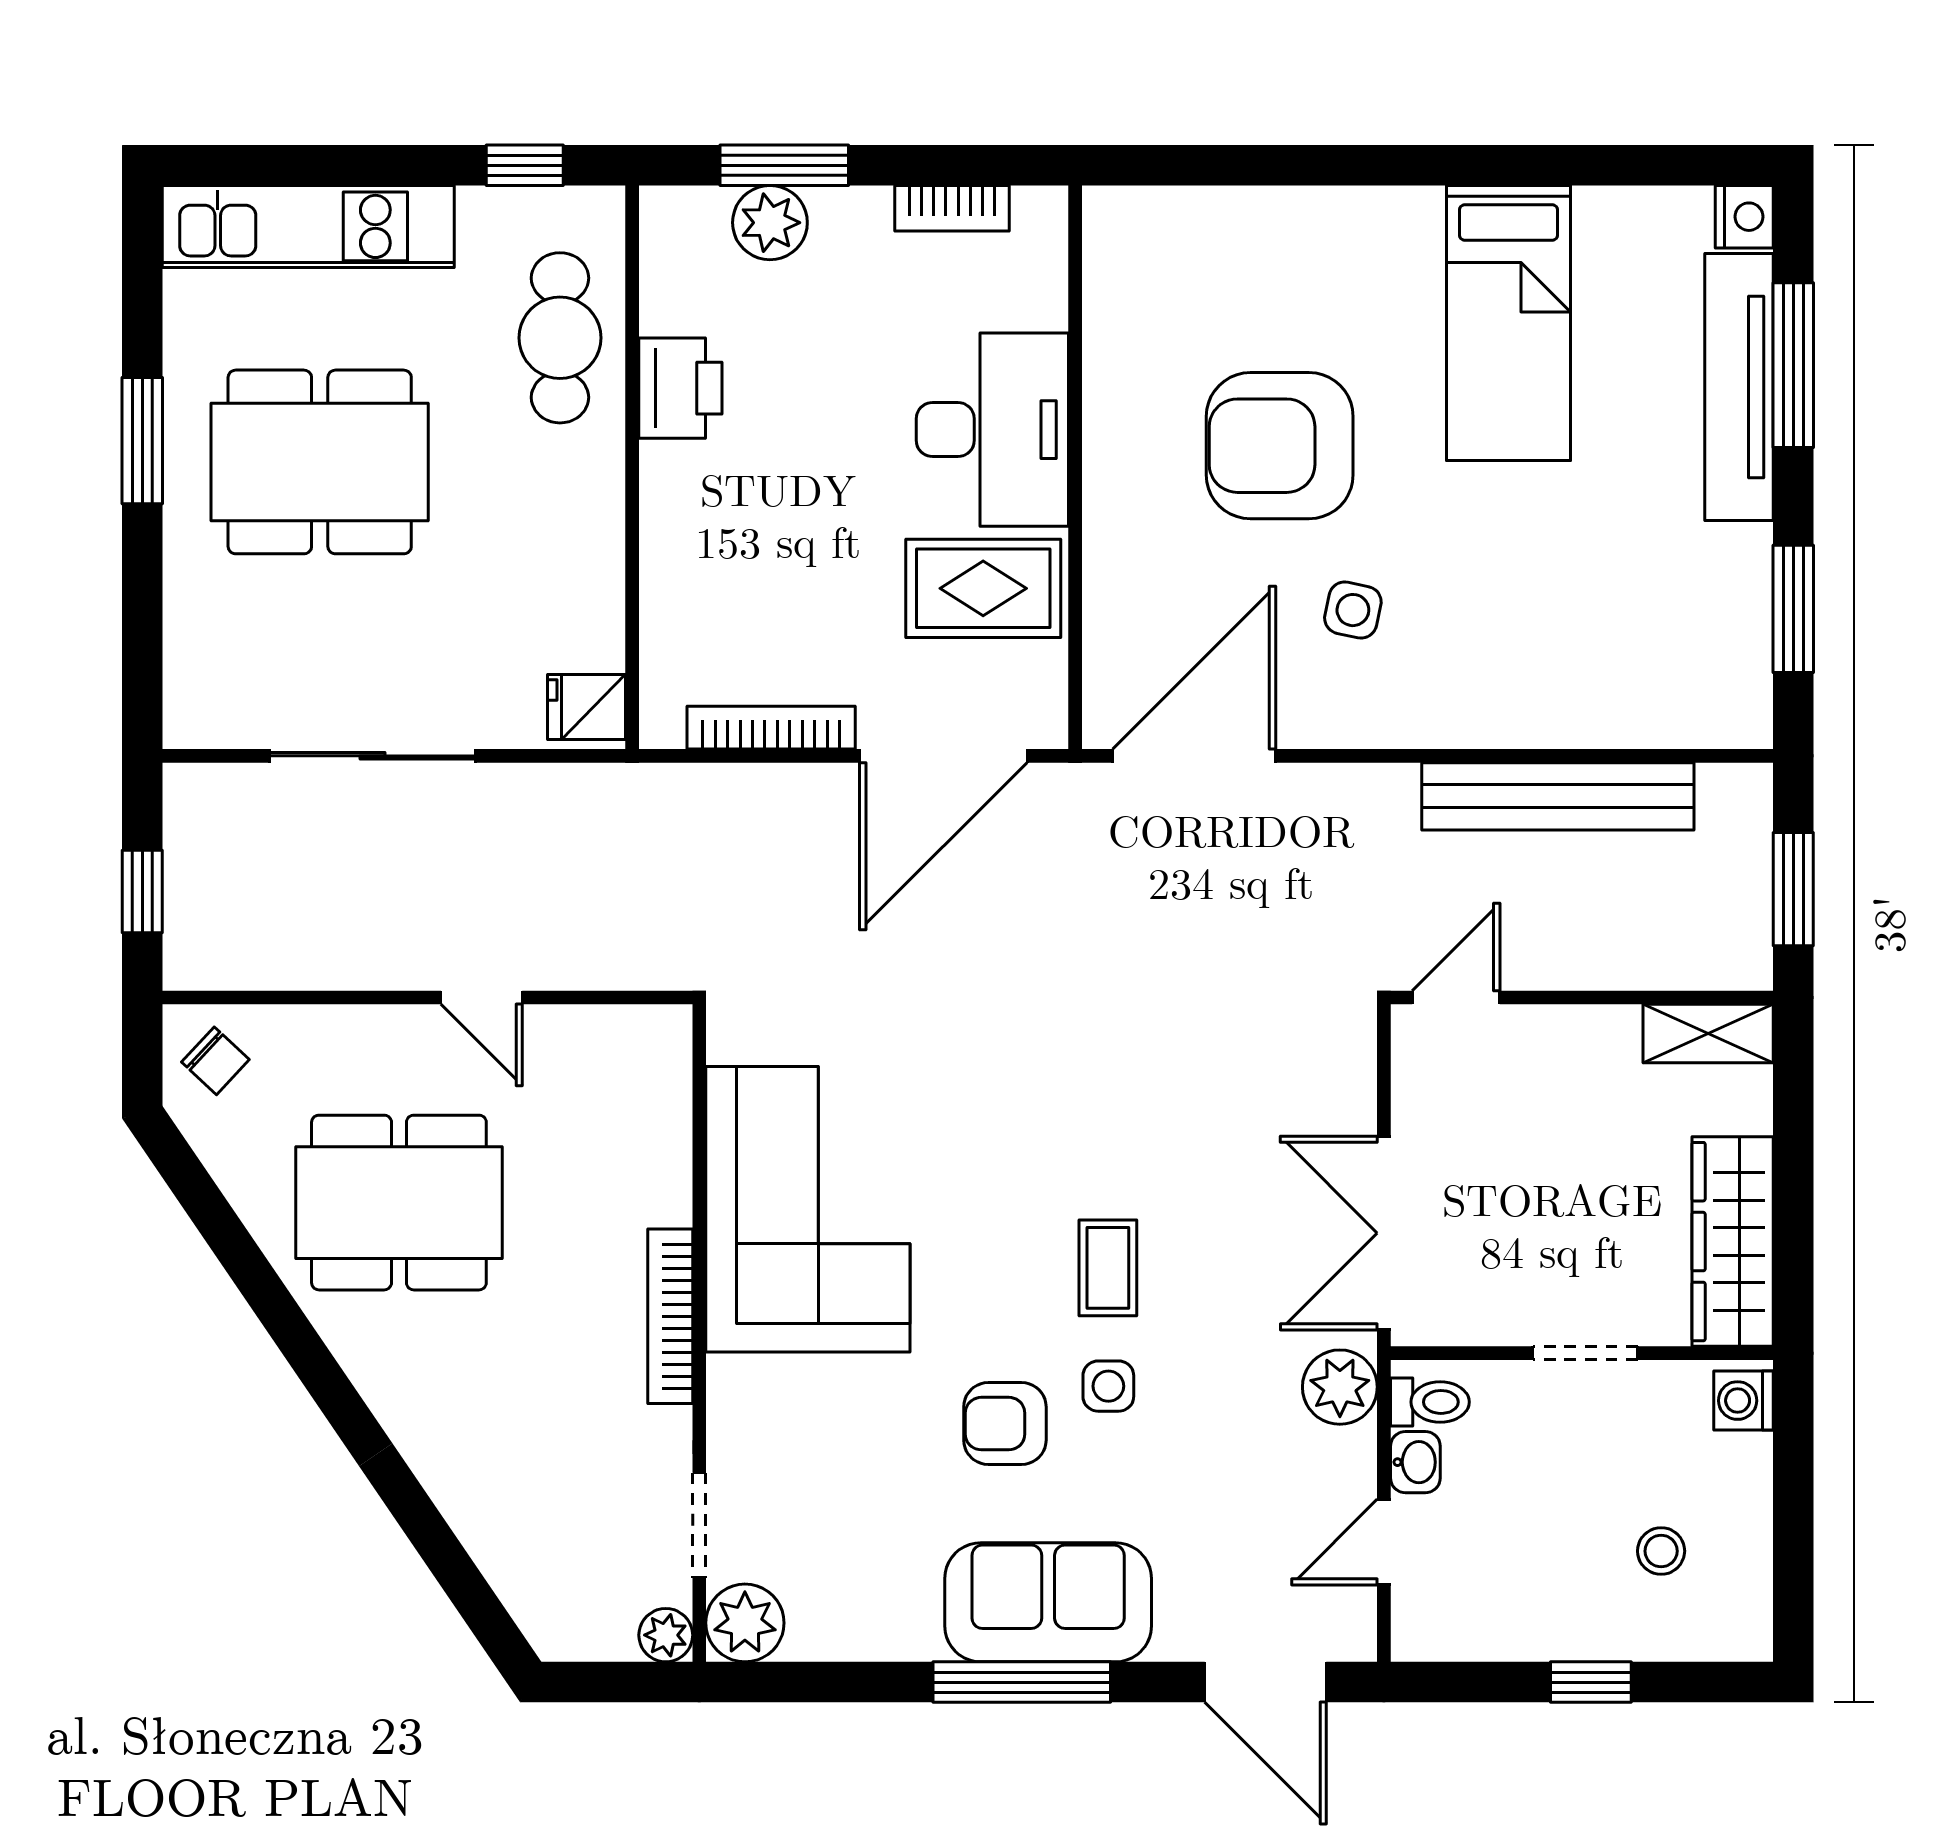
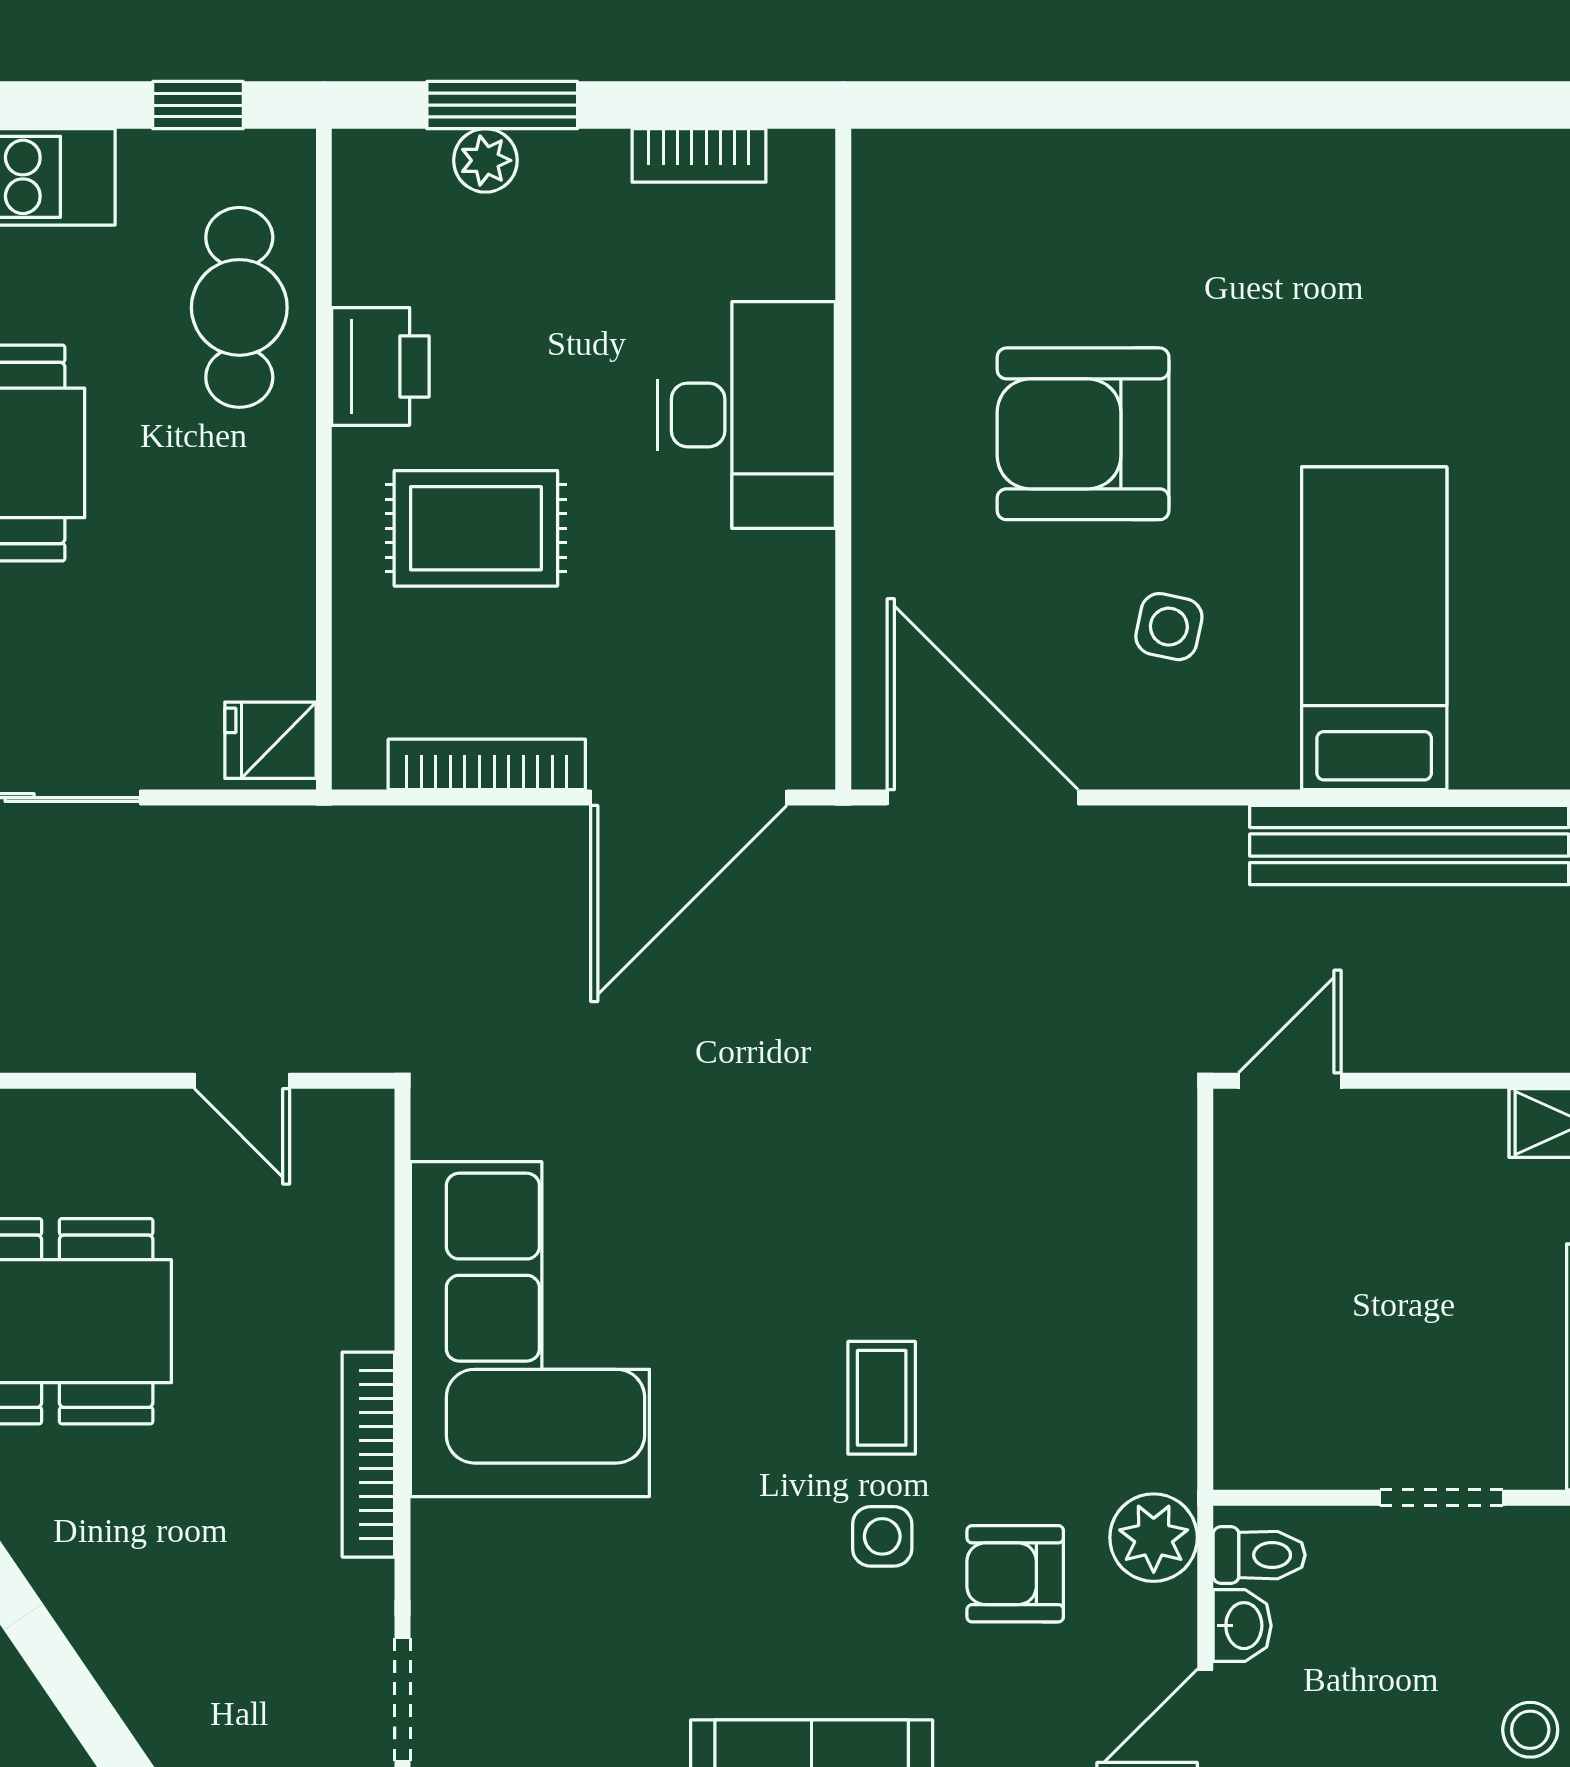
plant: (770, 223) -> (485, 160), width x0.73, depth x0.73
bed: (1509, 323) -> (1374, 628), moved, turned 180
rug: (983, 588) -> (476, 528), moved
door: (1194, 756) -> (983, 798), hinge flipped
door: (482, 997) -> (242, 1081), moved
double door: (1384, 1233) -> (1205, 1357), removed
armchair: (1005, 1424) -> (1015, 1574), moved

